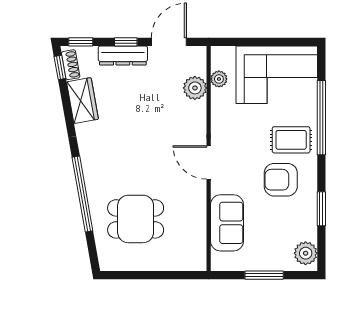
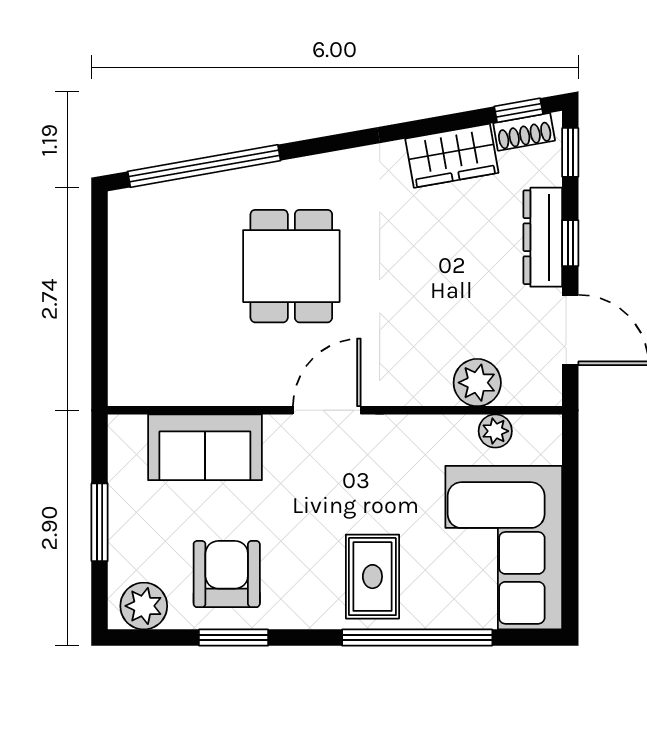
armchair: (281, 180) -> (227, 574), moved
window: (82, 194) -> (204, 166), moved
dining table: (136, 219) -> (291, 266), moved

